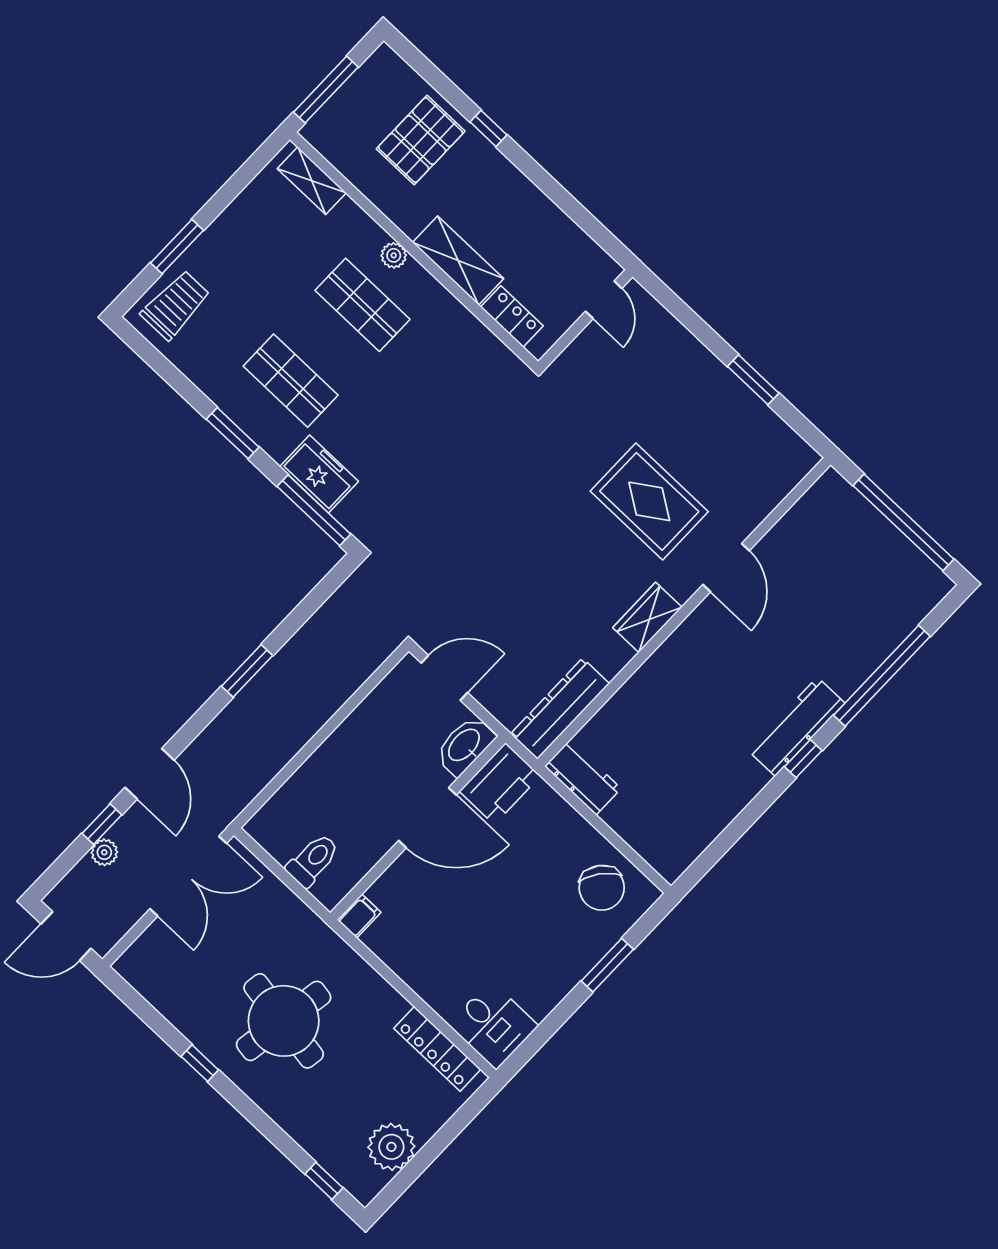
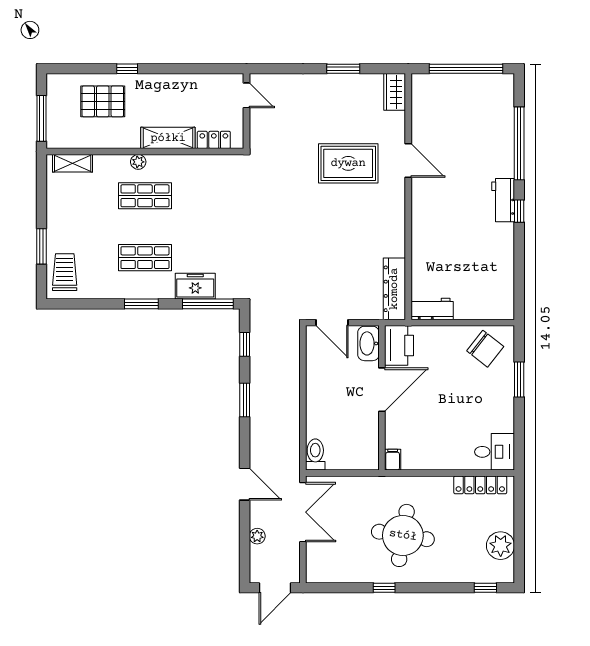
pallet: (421, 140) -> (103, 101), turned 90
wardrobe: (647, 617) -> (395, 92), moved
door: (444, 678) -> (332, 323), swing flipped
workbench: (796, 727) -> (503, 200), width x0.73
window: (102, 824) -> (245, 344), moved
toilet: (313, 860) -> (315, 455), moved

